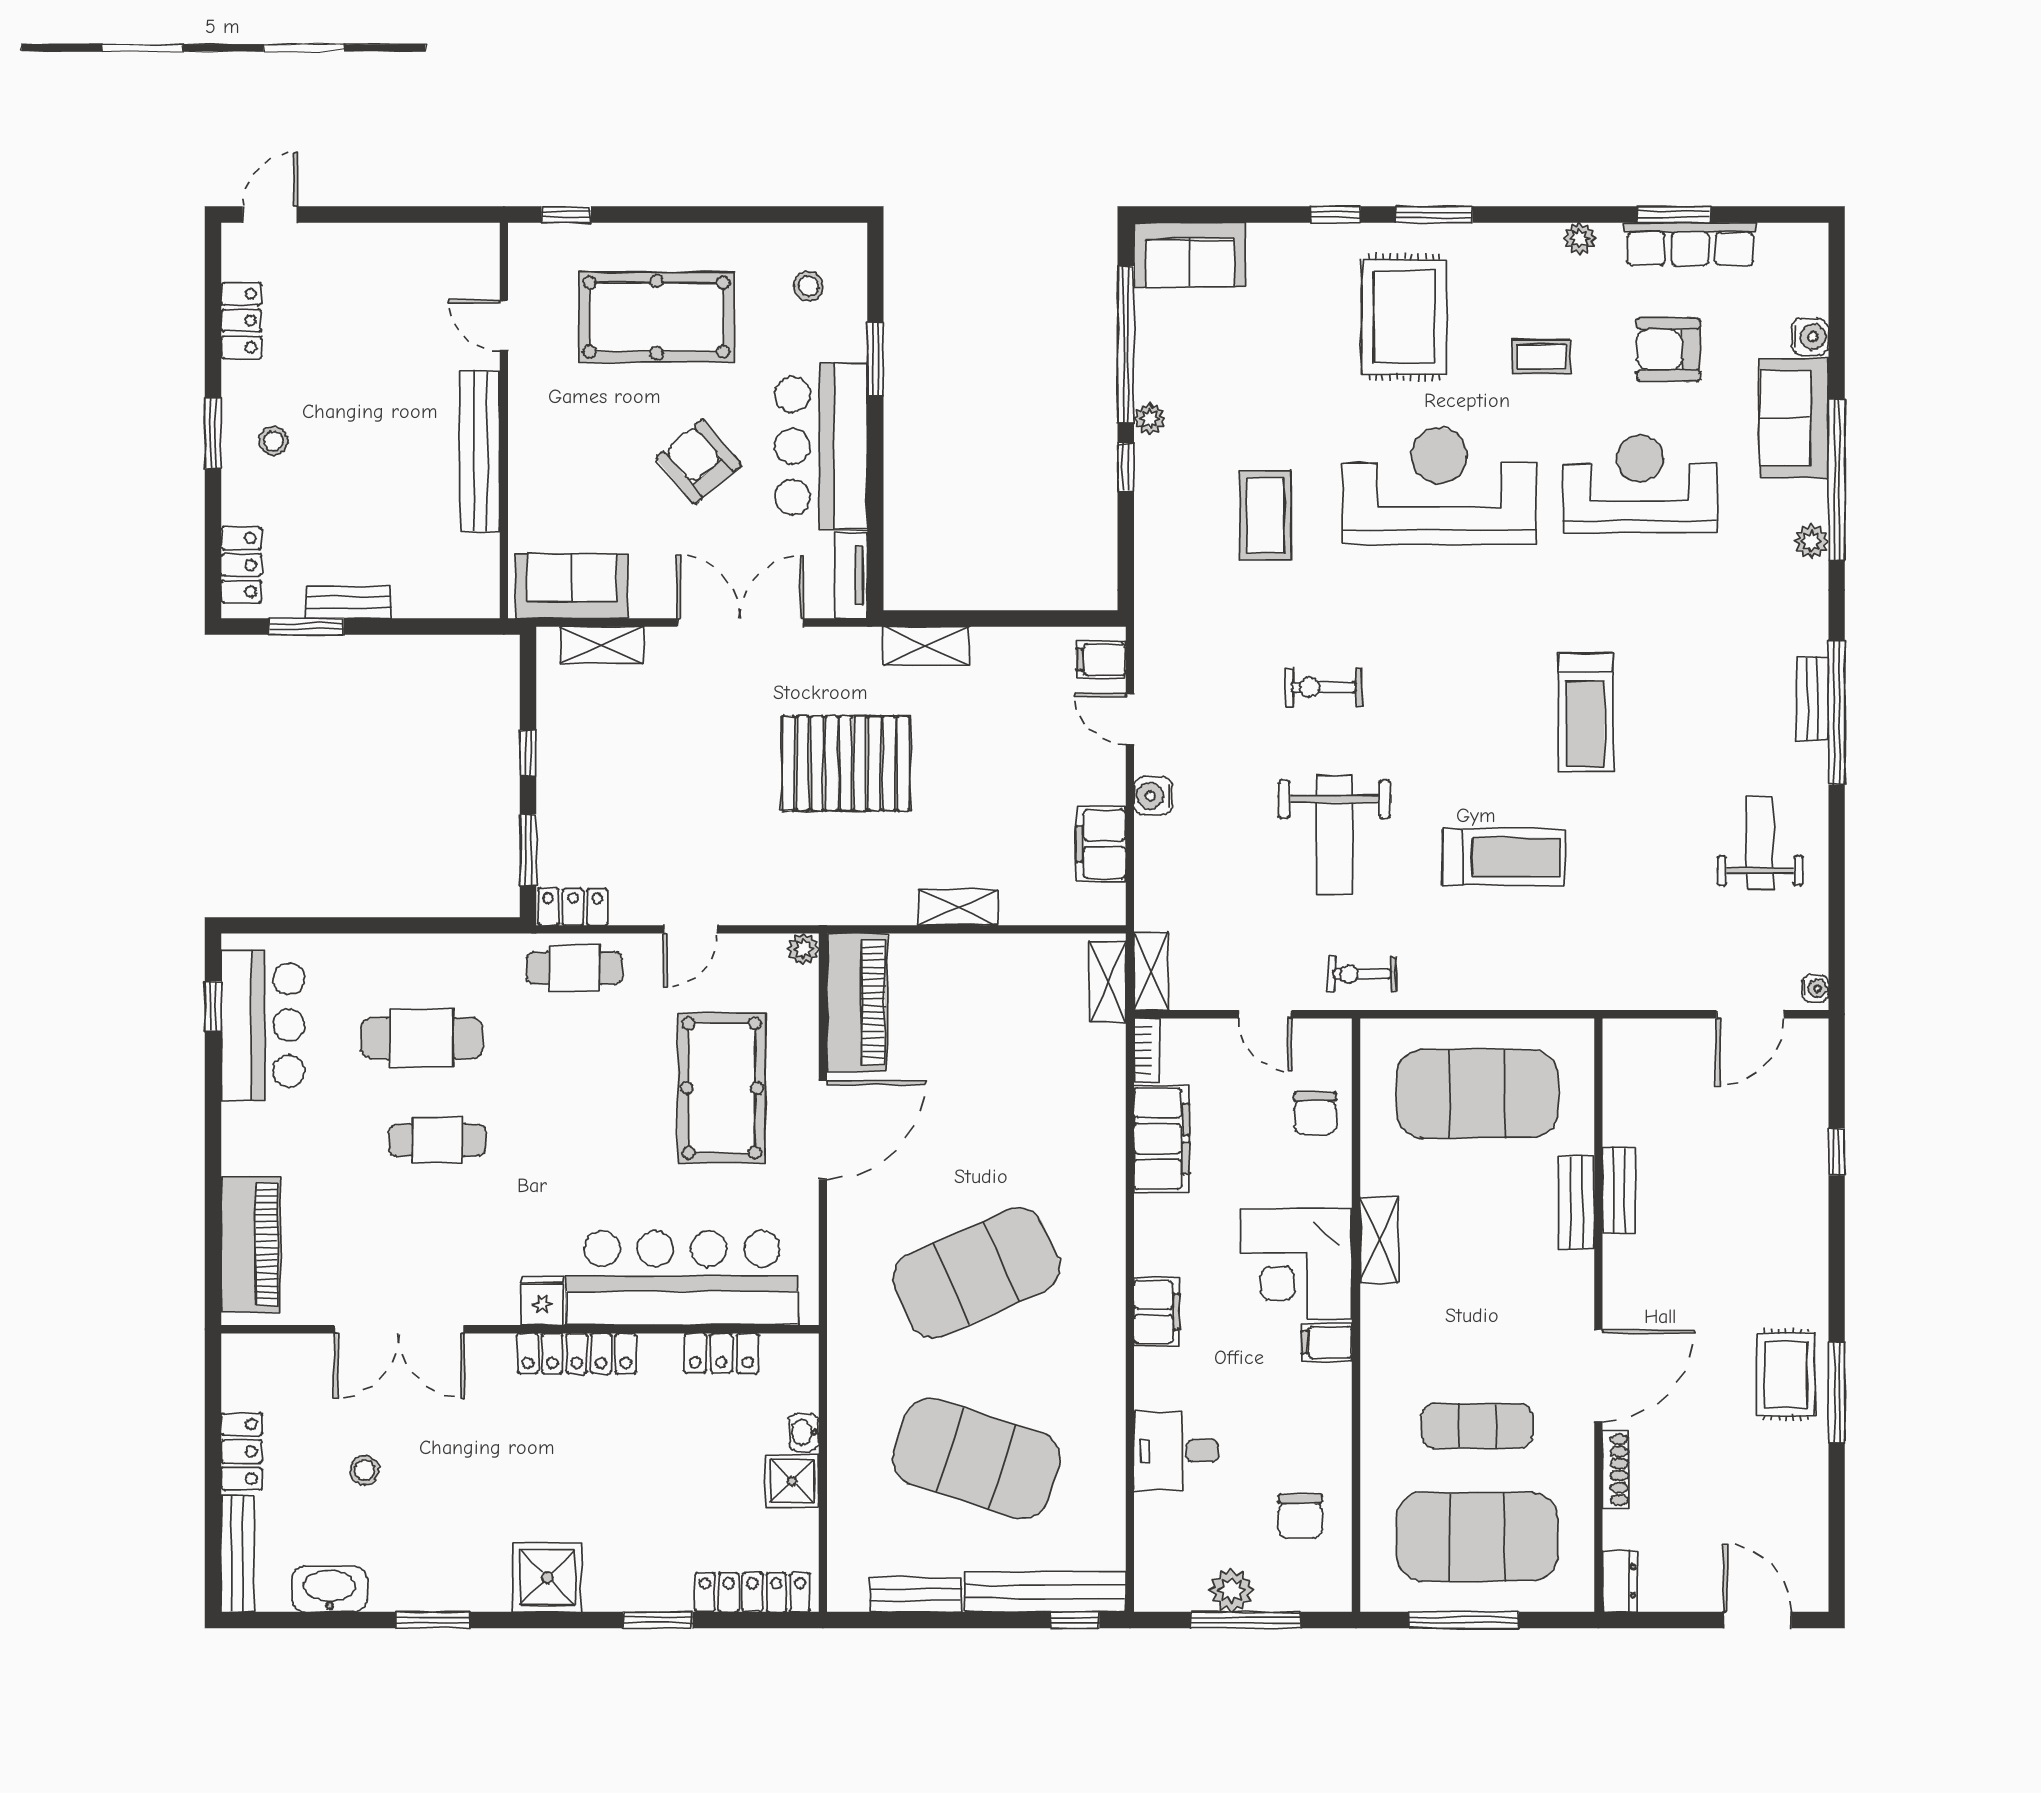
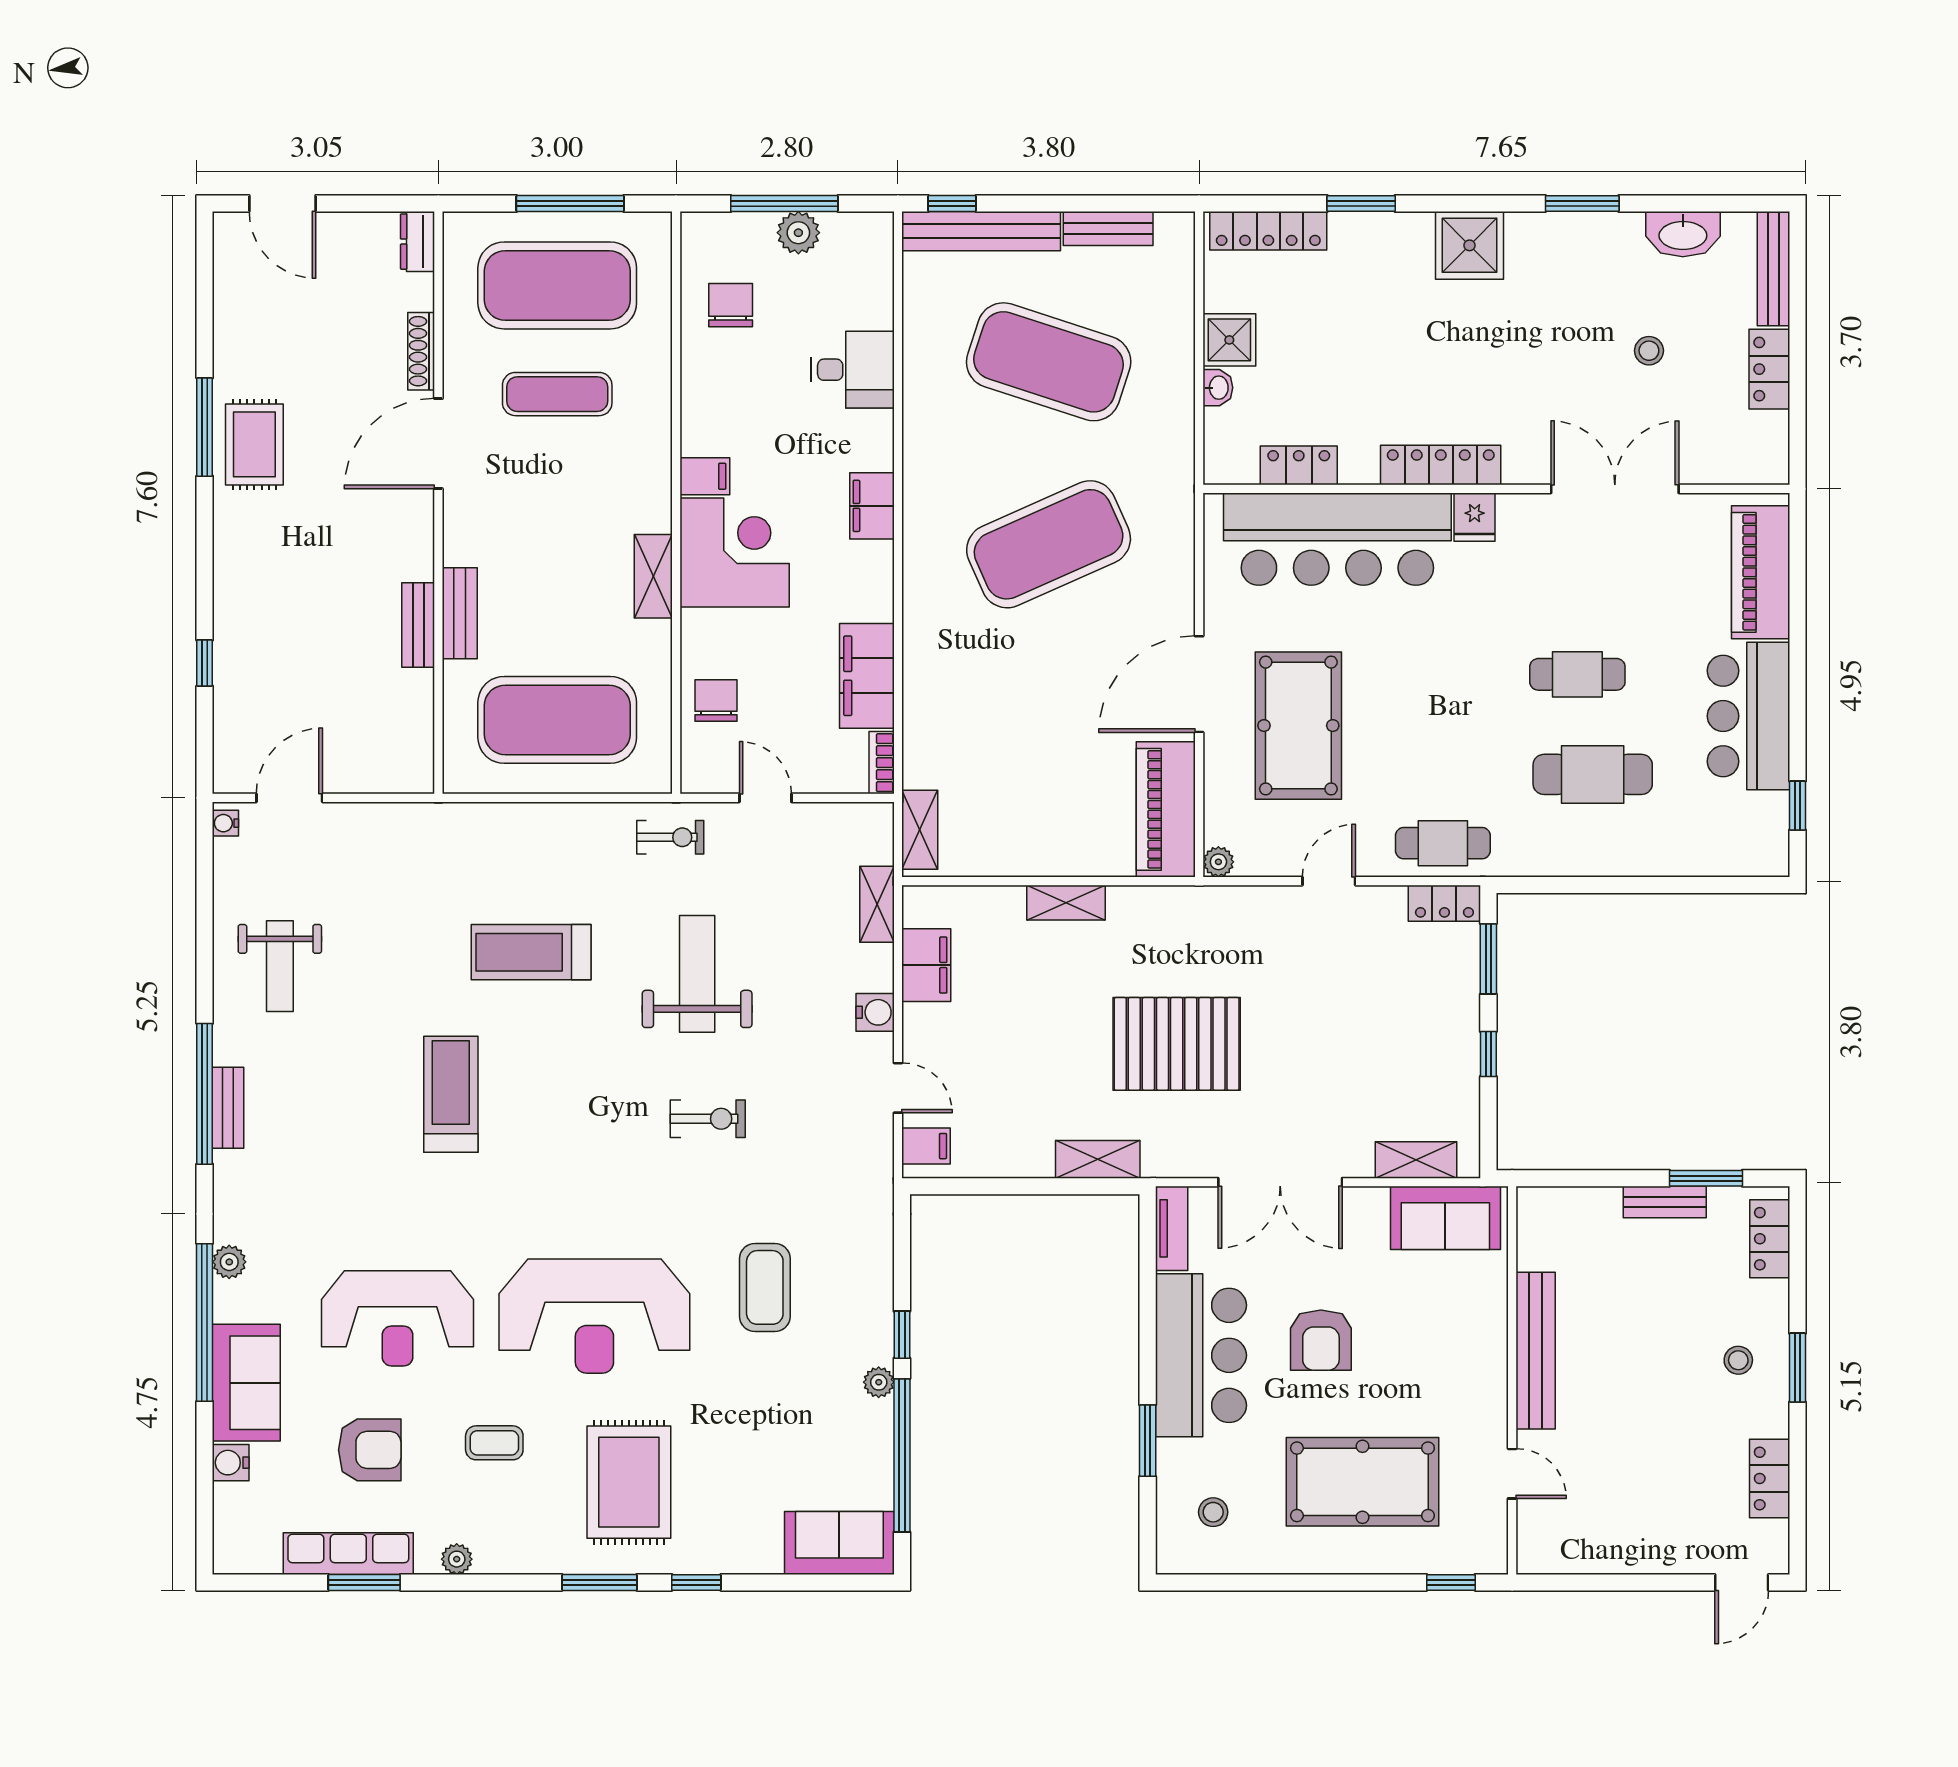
armchair: (699, 462) -> (1321, 1340), turned 40
shelving: (1151, 971) -> (877, 904), moved
bar counter: (263, 1025) -> (1749, 716), moved

